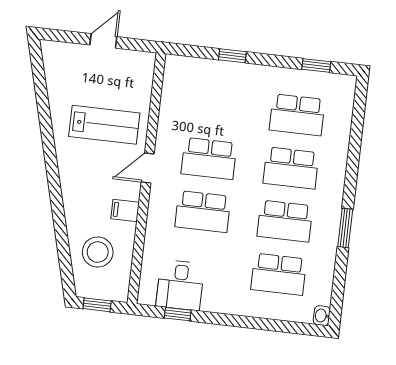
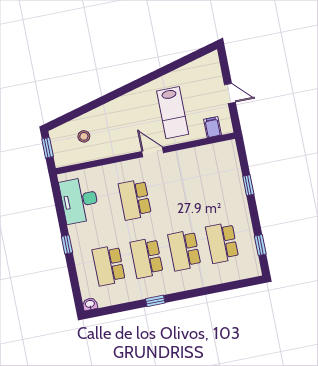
school desk: (209, 159) -> (173, 192), removed
filing cabinet: (125, 211) -> (212, 127), moved
window: (345, 228) -> (155, 301), width x0.67
stool: (98, 252) -> (84, 136), width x0.53, depth x0.53
desk: (180, 285) -> (79, 200), width x1.37
window: (178, 314) -> (67, 244), moved

